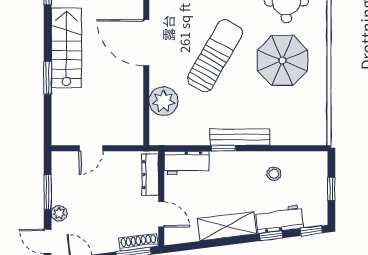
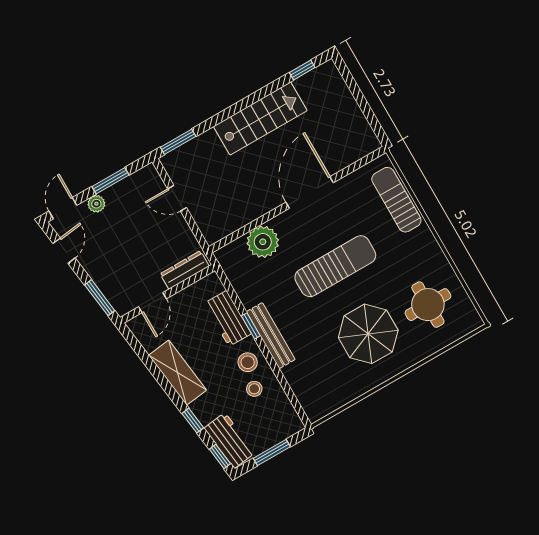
sun lounger: (215, 56) -> (335, 266), turned -30
window: (48, 78) -> (178, 142), moved
workbench: (187, 163) -> (228, 318), moved
stool: (250, 167) -> (248, 362), added
window: (331, 189) -> (272, 452), width x1.50
workbench: (279, 219) -> (230, 440), moved
shoe rack: (138, 242) -> (113, 296), removed

